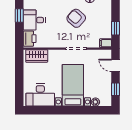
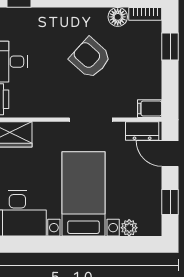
window: (116, 28) -> (170, 46), moved
dresser: (102, 54) -> (142, 131), added

